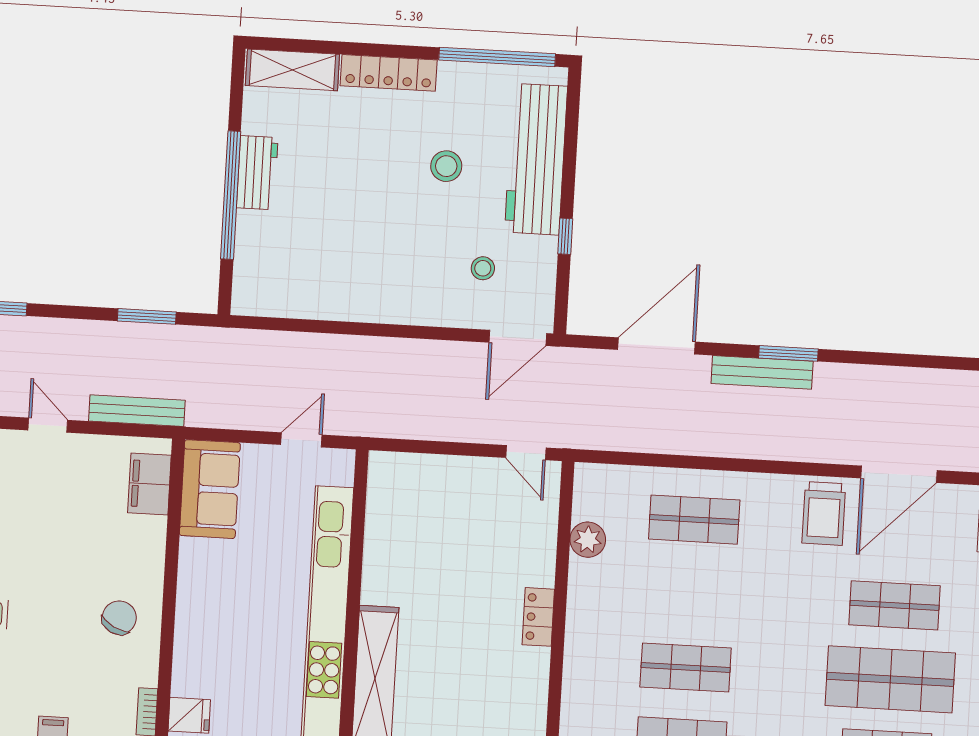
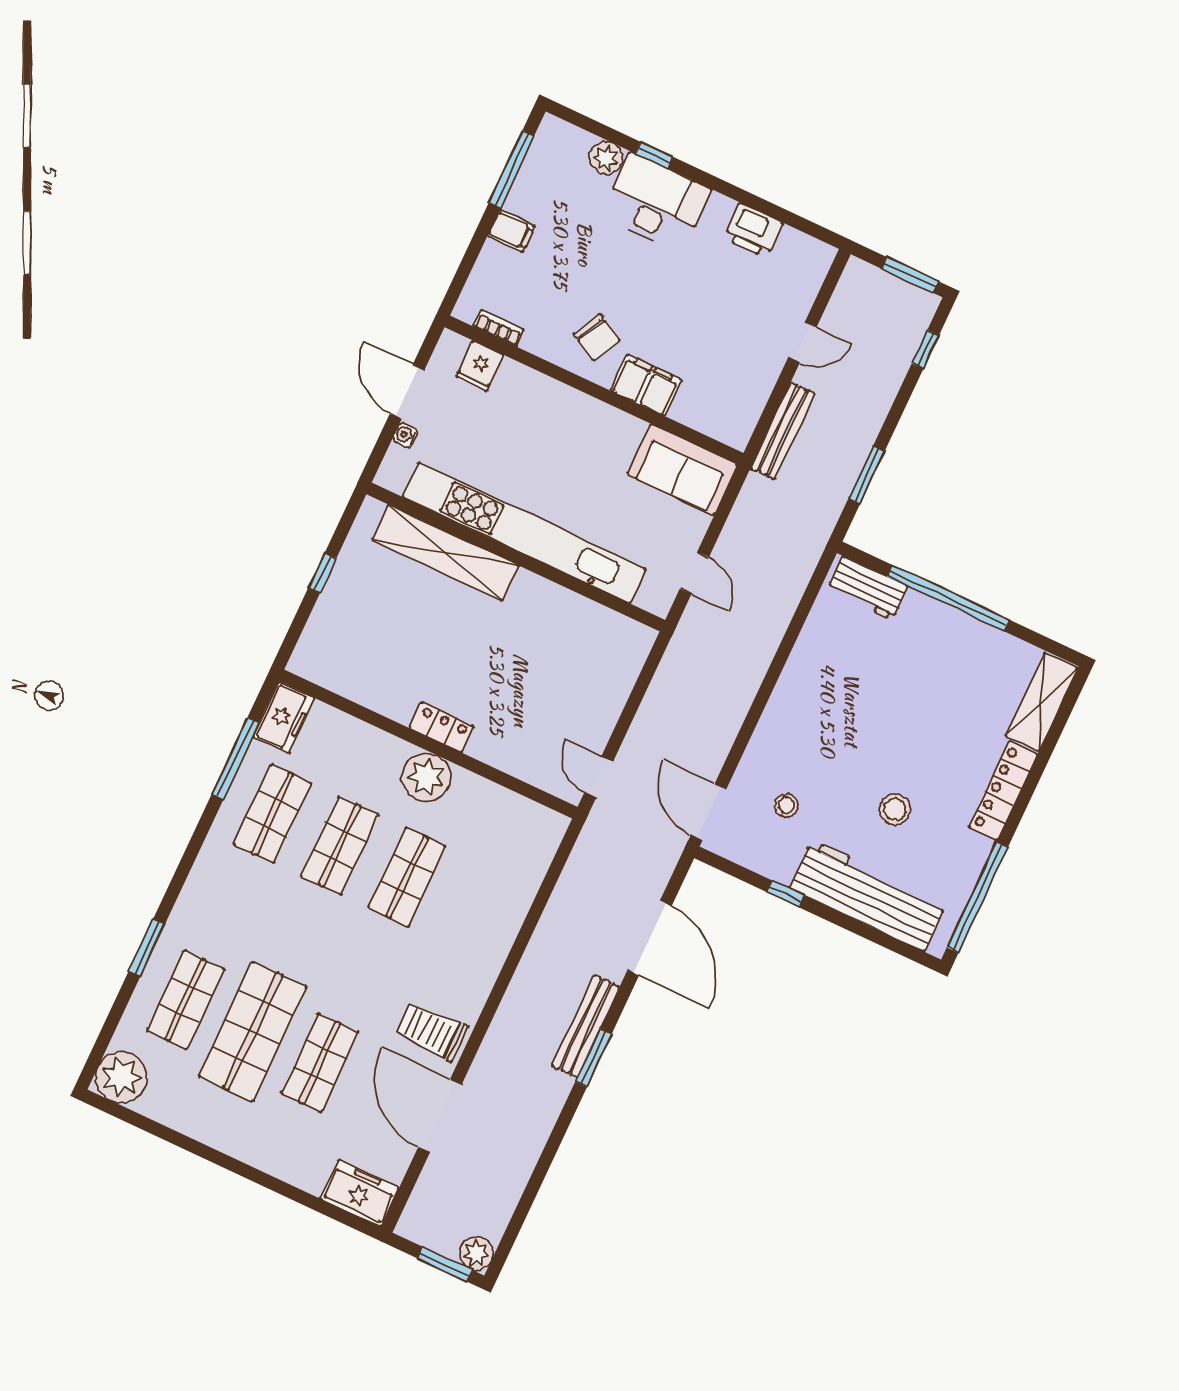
workbench: (257, 173) -> (867, 588), moved
door: (526, 453) -> (599, 777), hinge flipped
filing cabinet: (149, 484) -> (646, 385), moved
shop shelf: (694, 520) -> (407, 877), moved
plant: (588, 540) -> (426, 777), moved, width x1.36, depth x1.36

